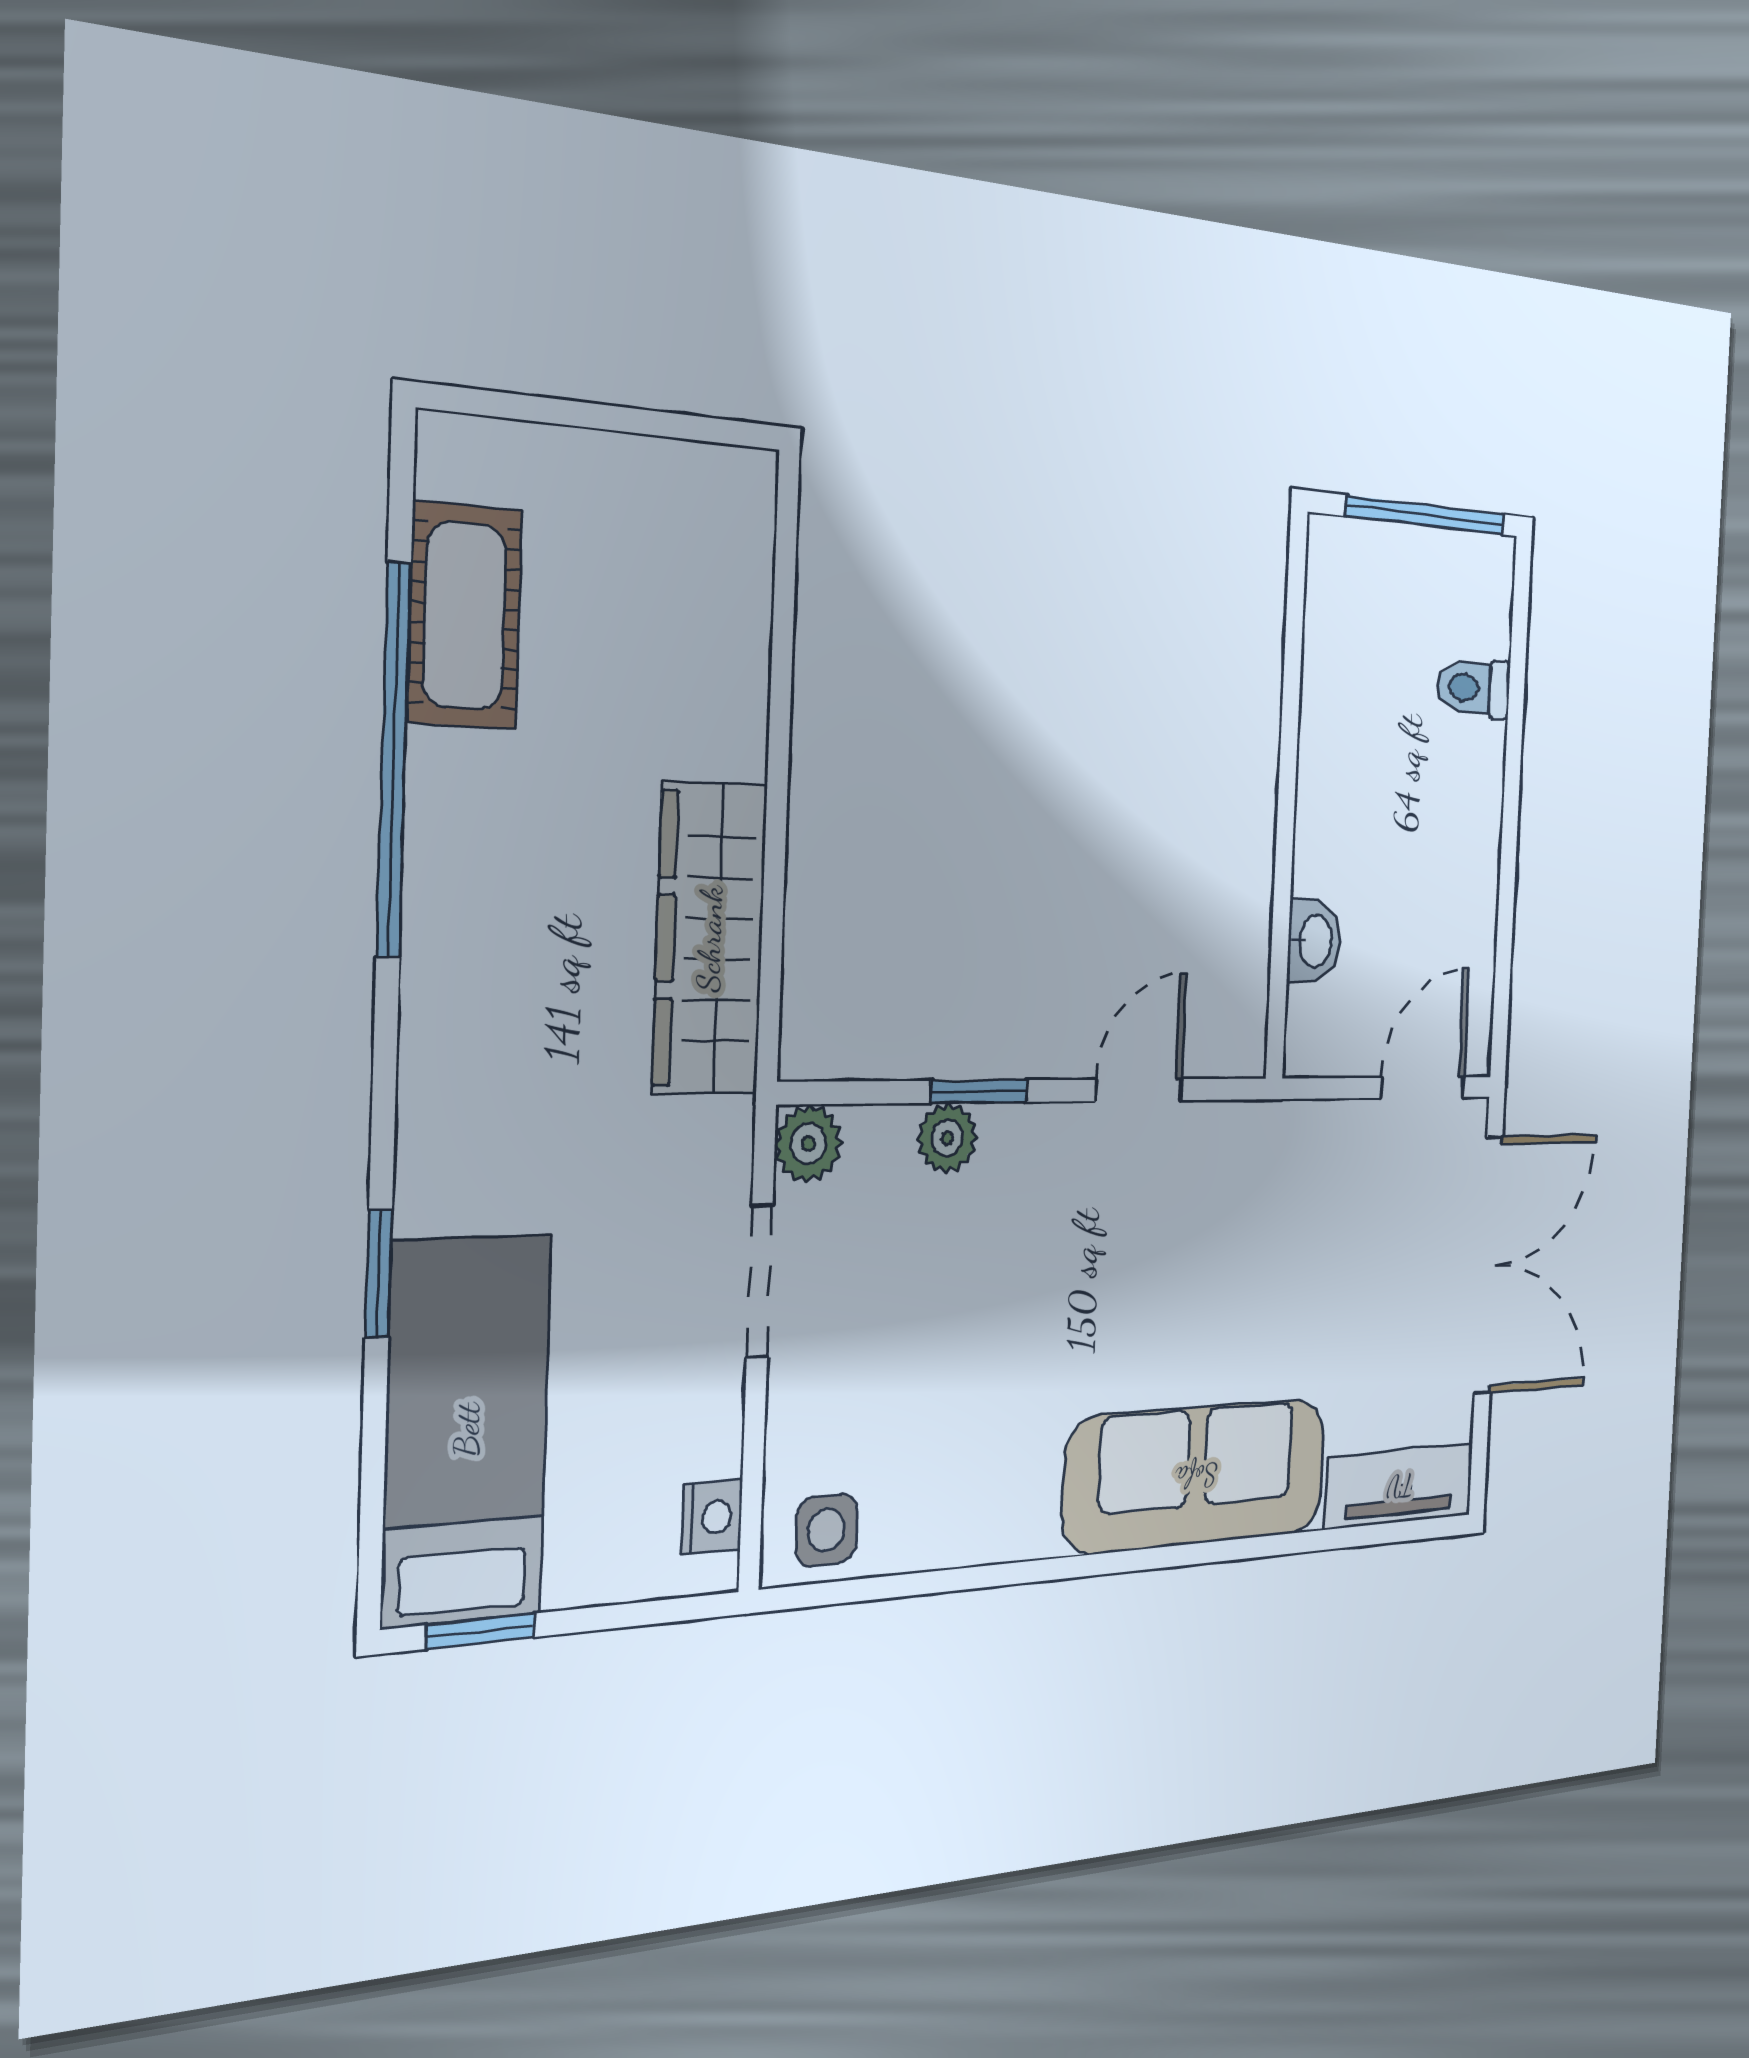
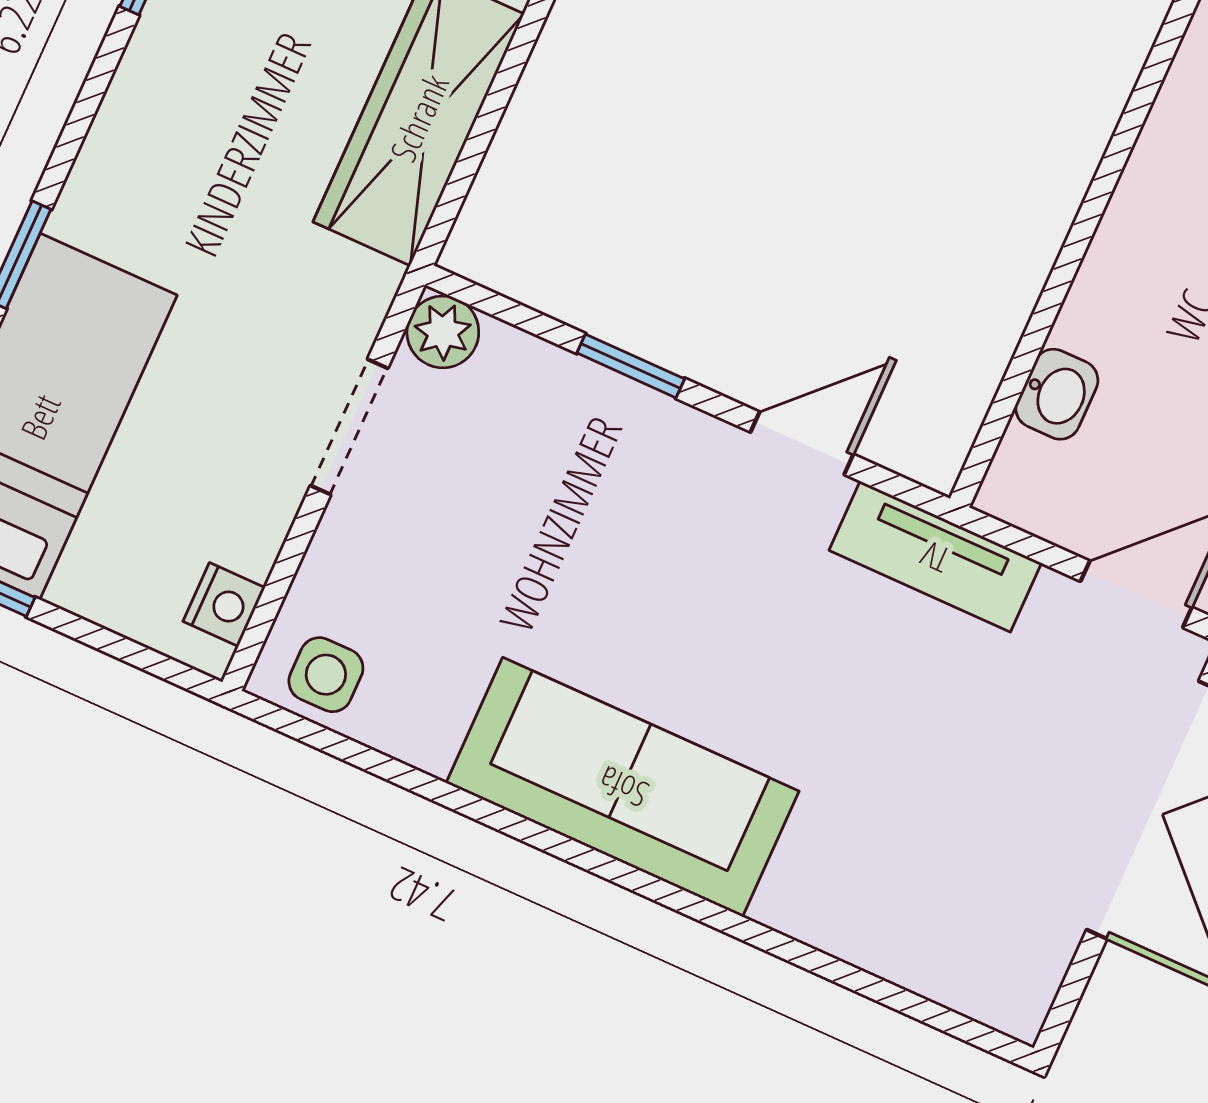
plant: (947, 1138) -> (582, 392), removed
sofa: (1196, 1476) -> (623, 787), moved
tv unit: (1400, 1486) -> (935, 557), moved, turned 180

